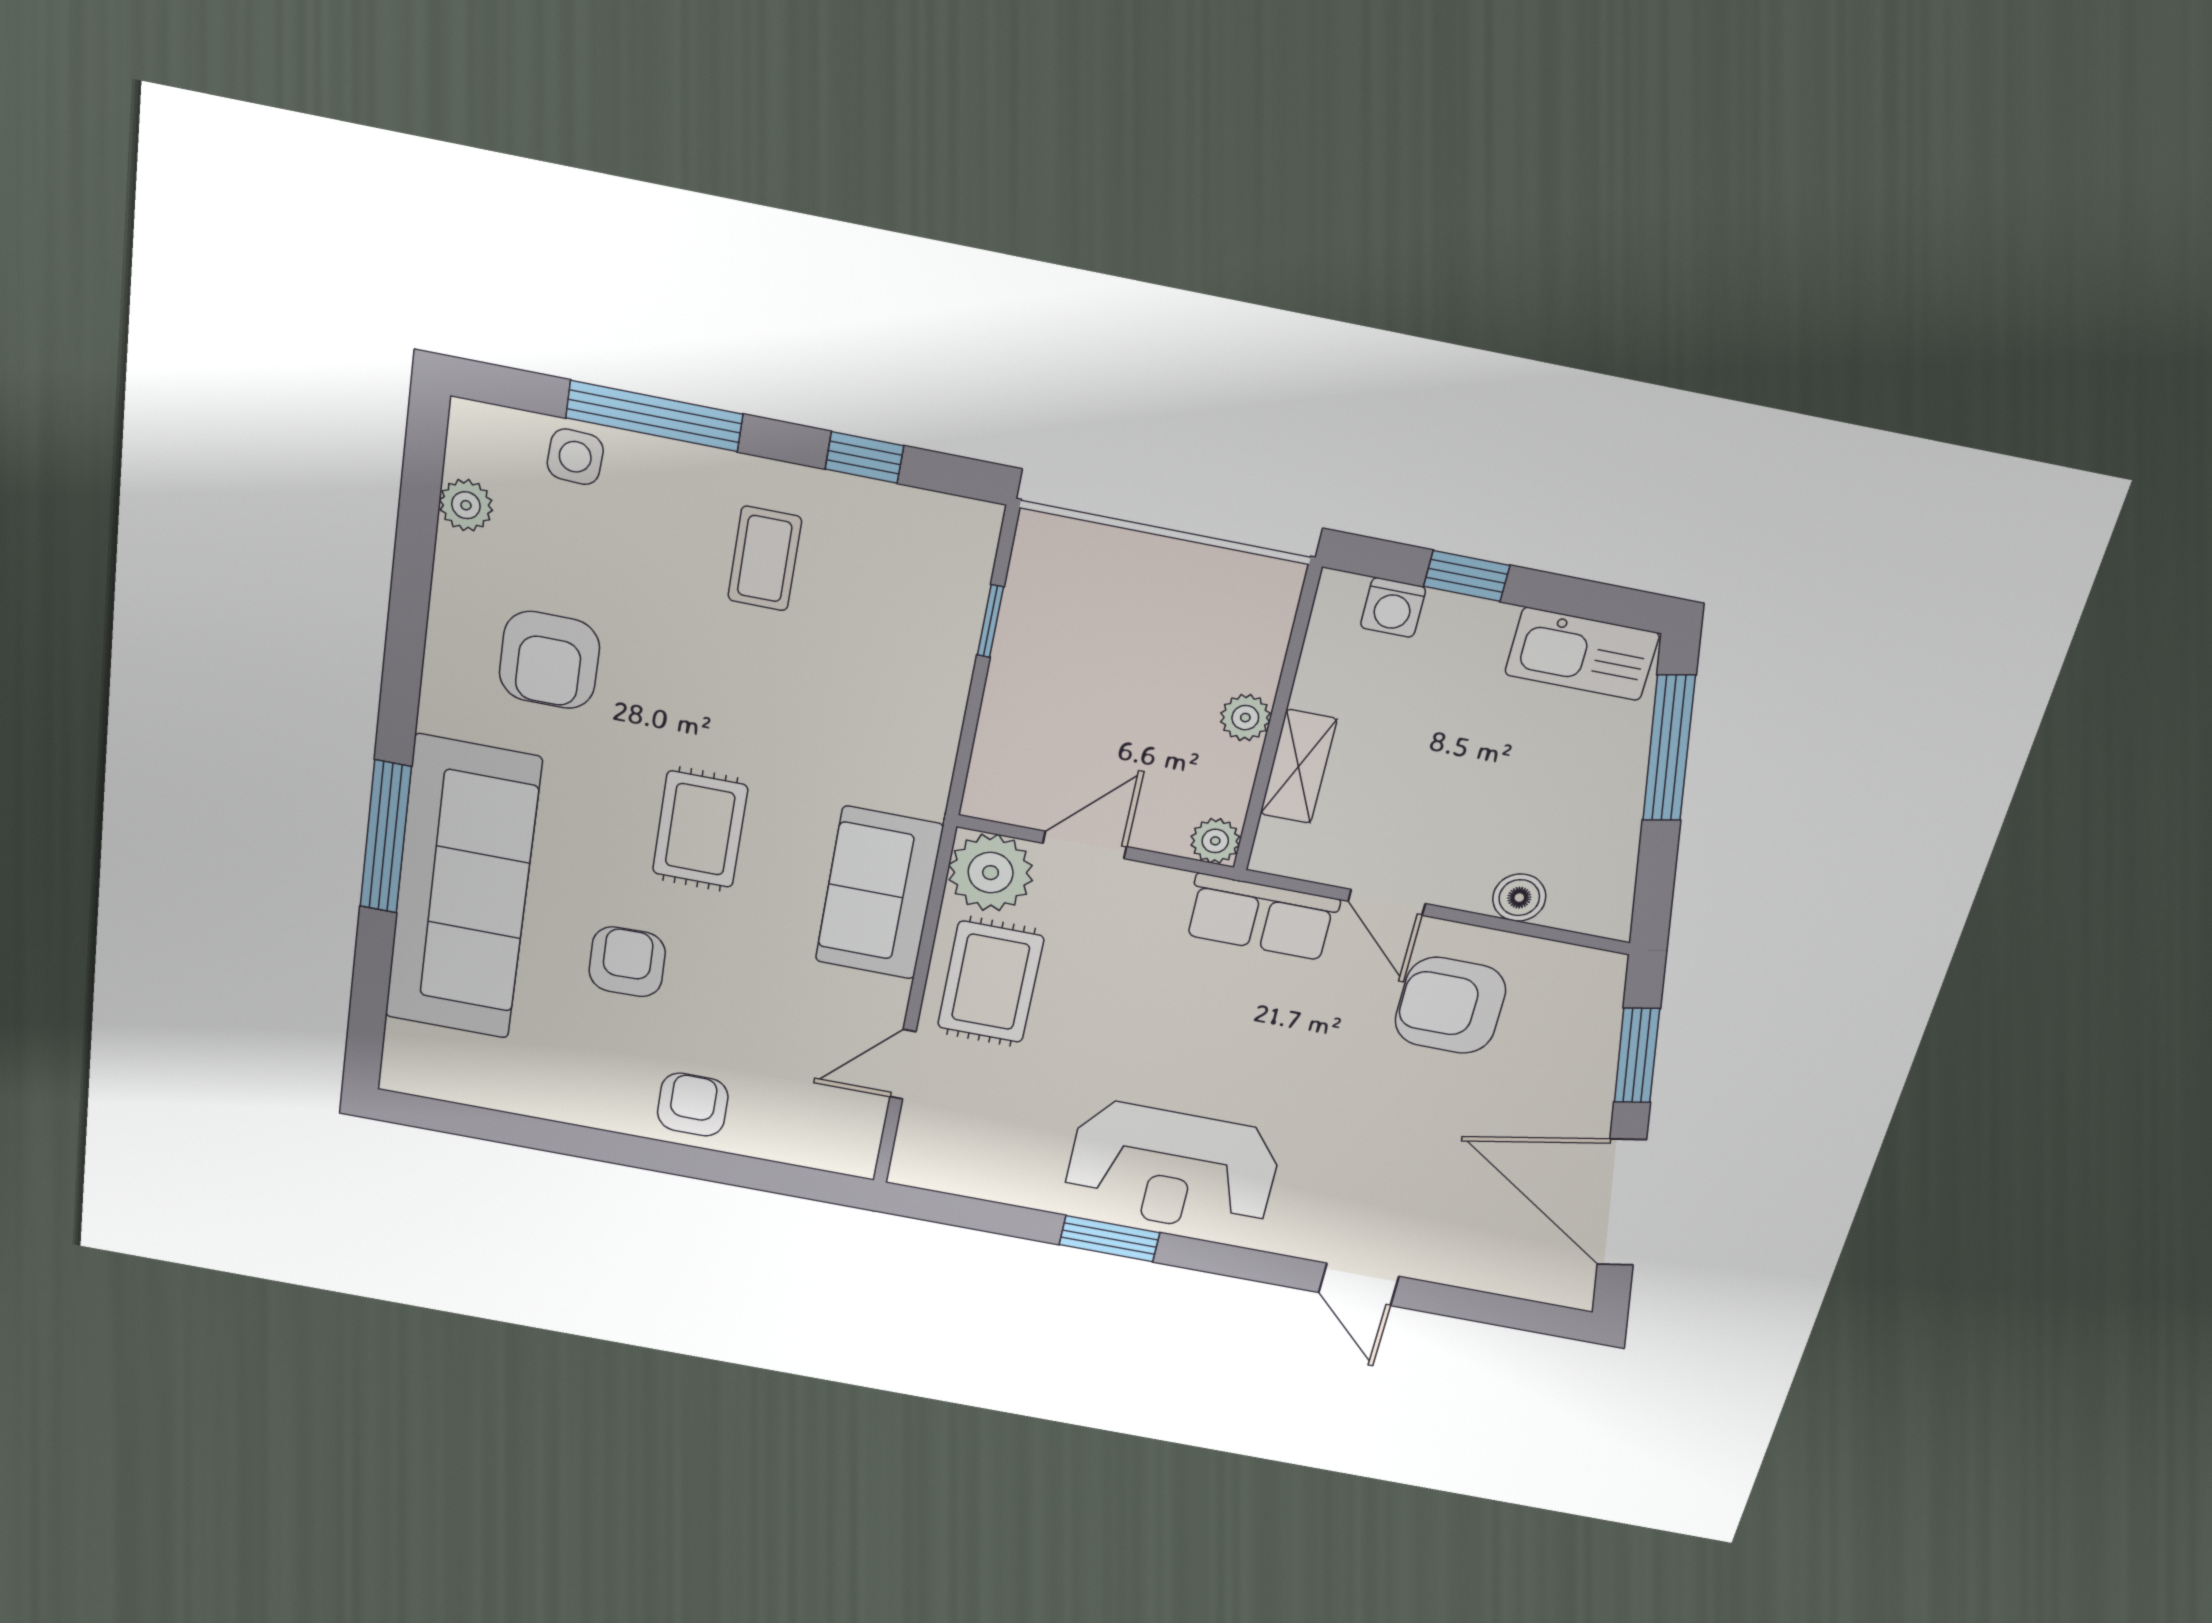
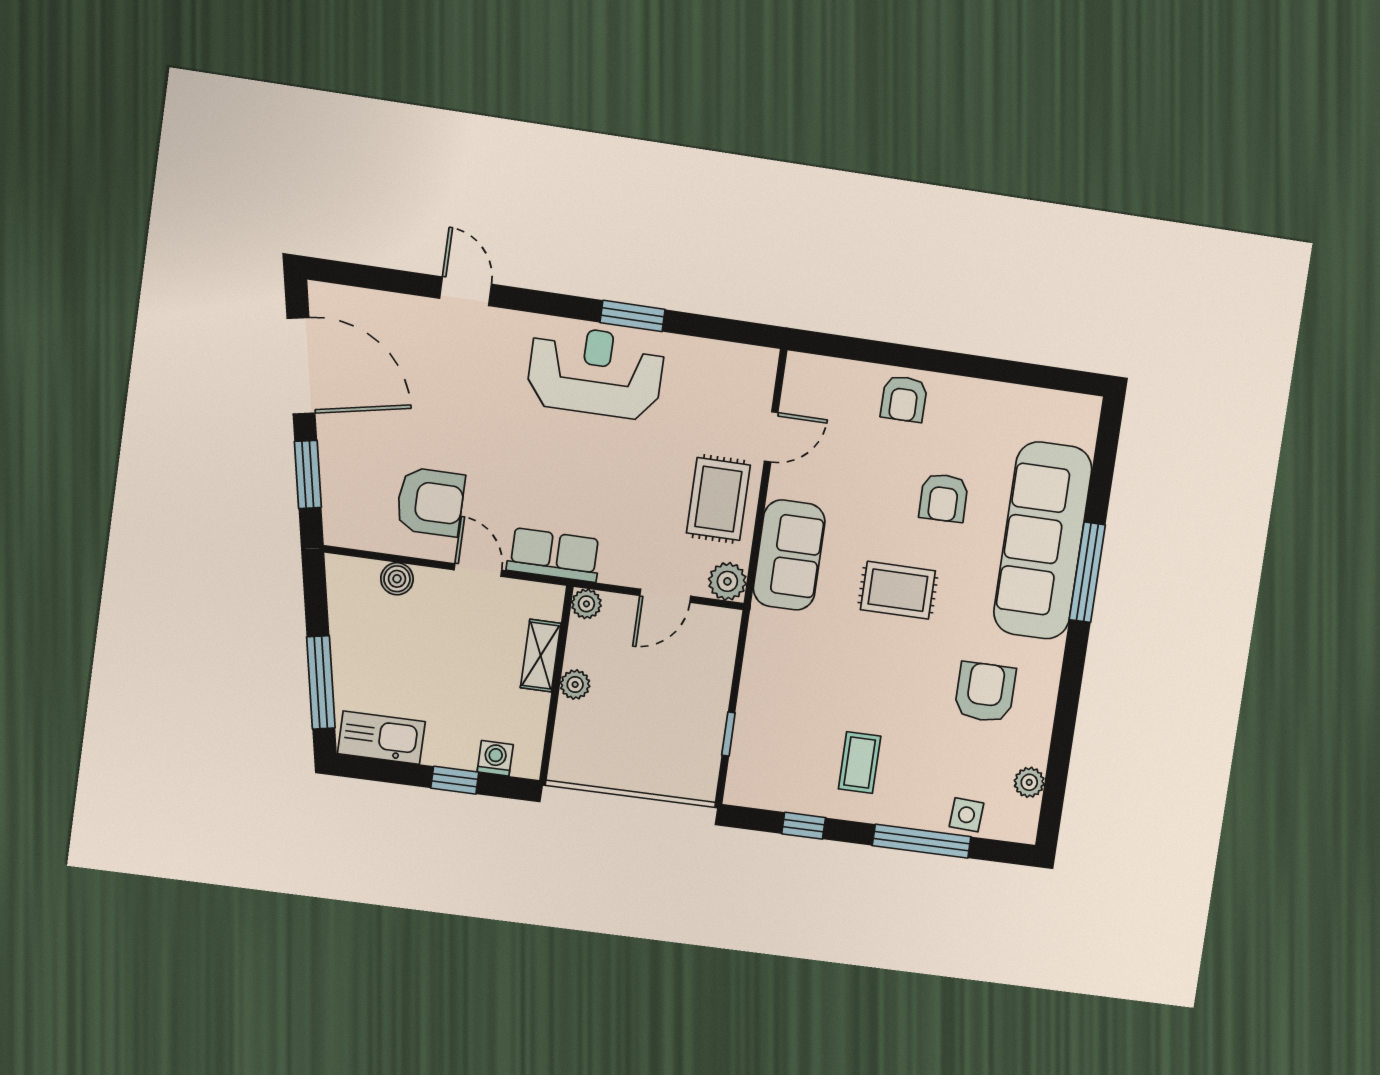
rug: (700, 829) -> (898, 590), turned 90
plant: (991, 873) -> (727, 581), width x0.73, depth x0.73

